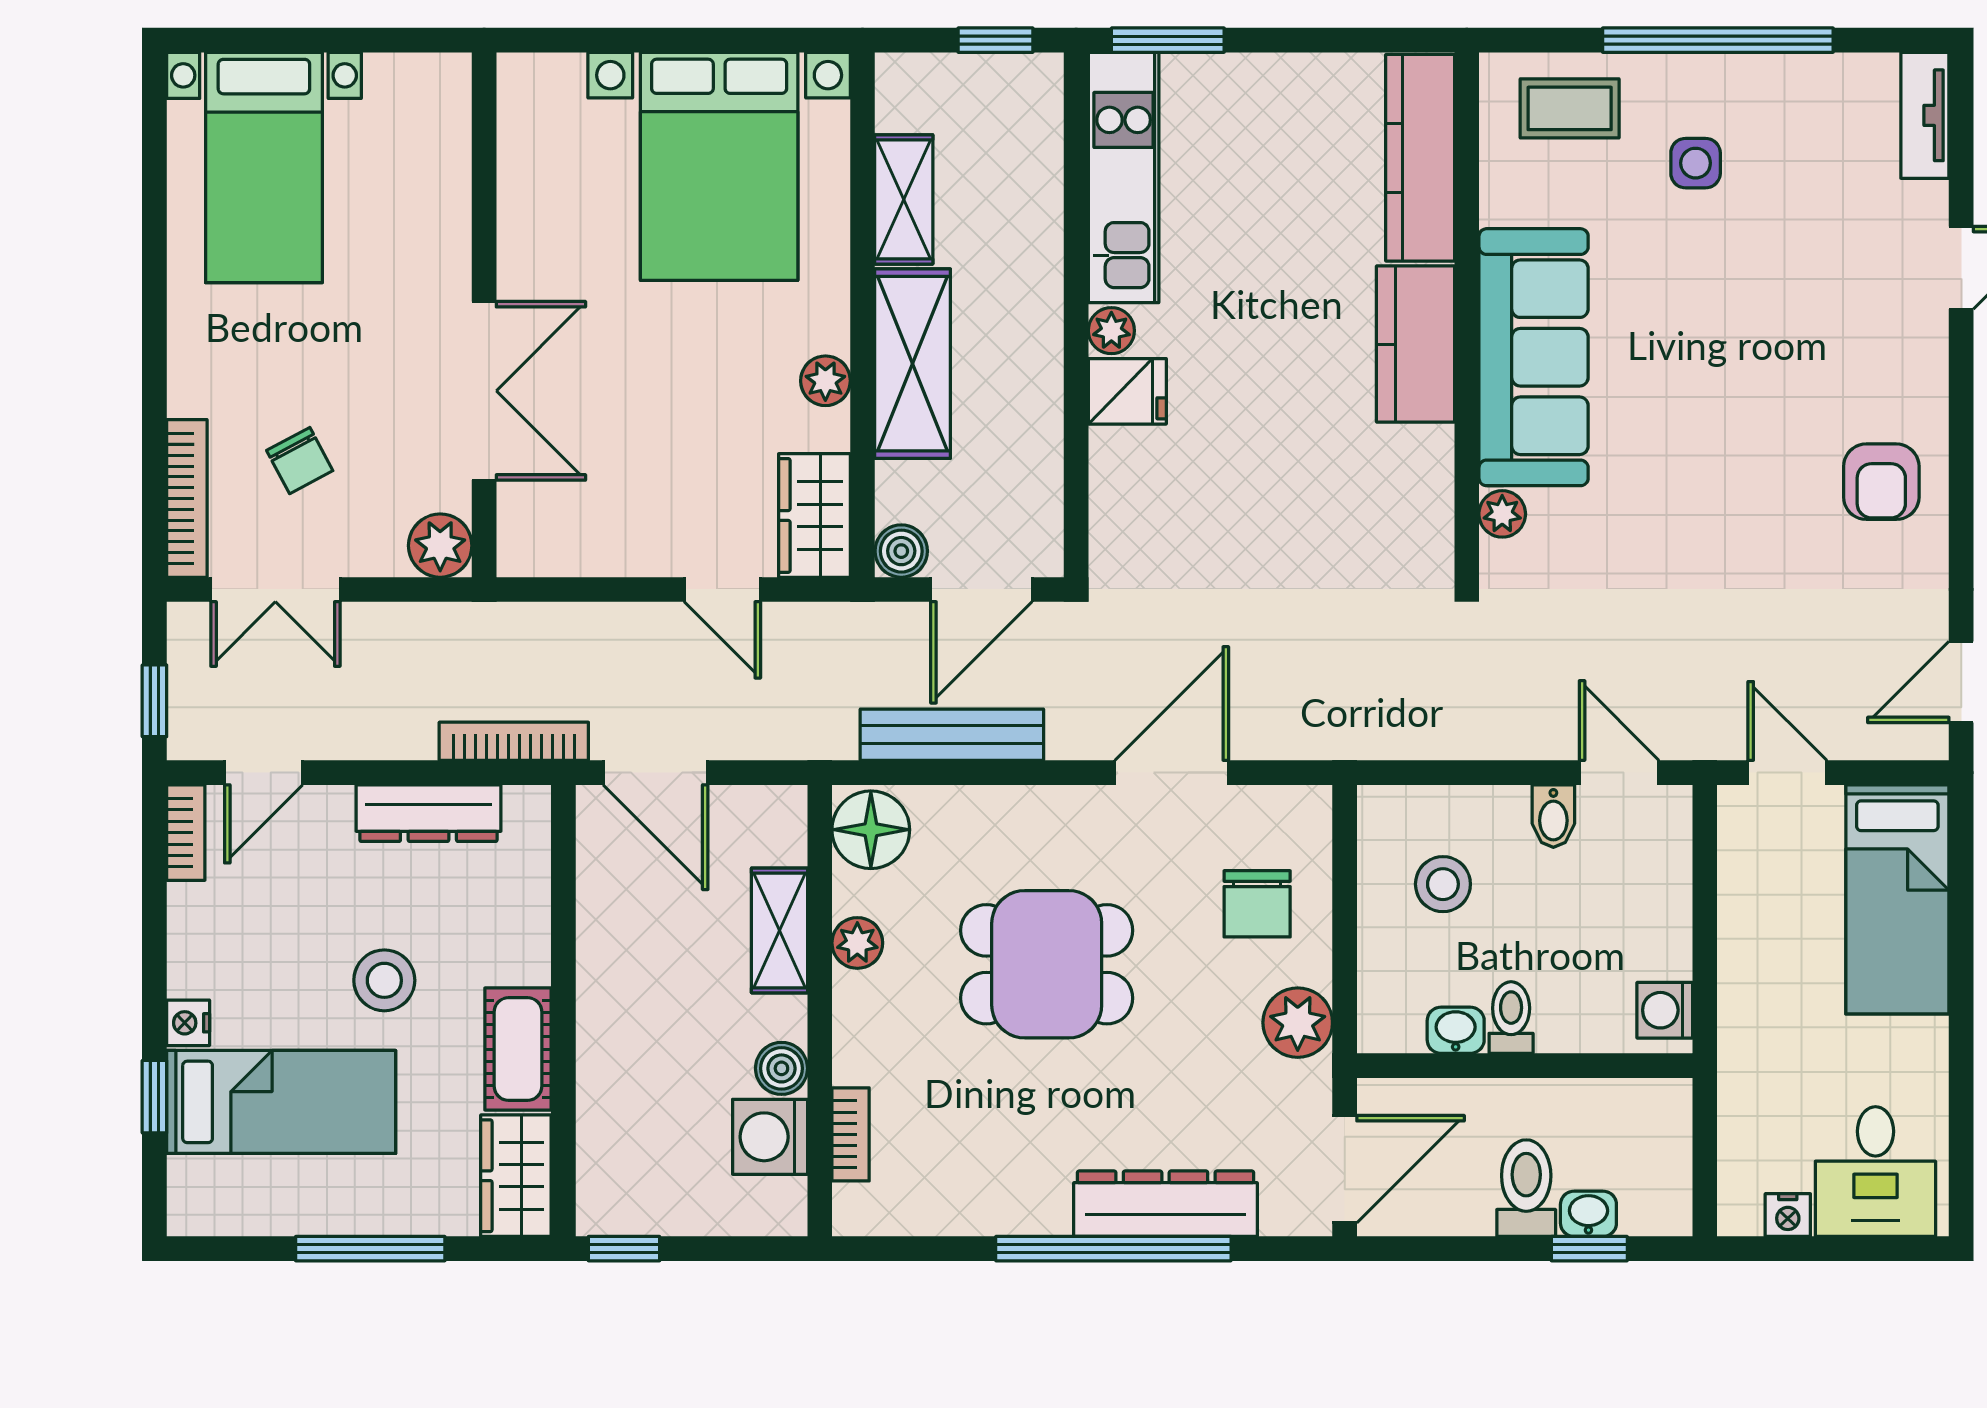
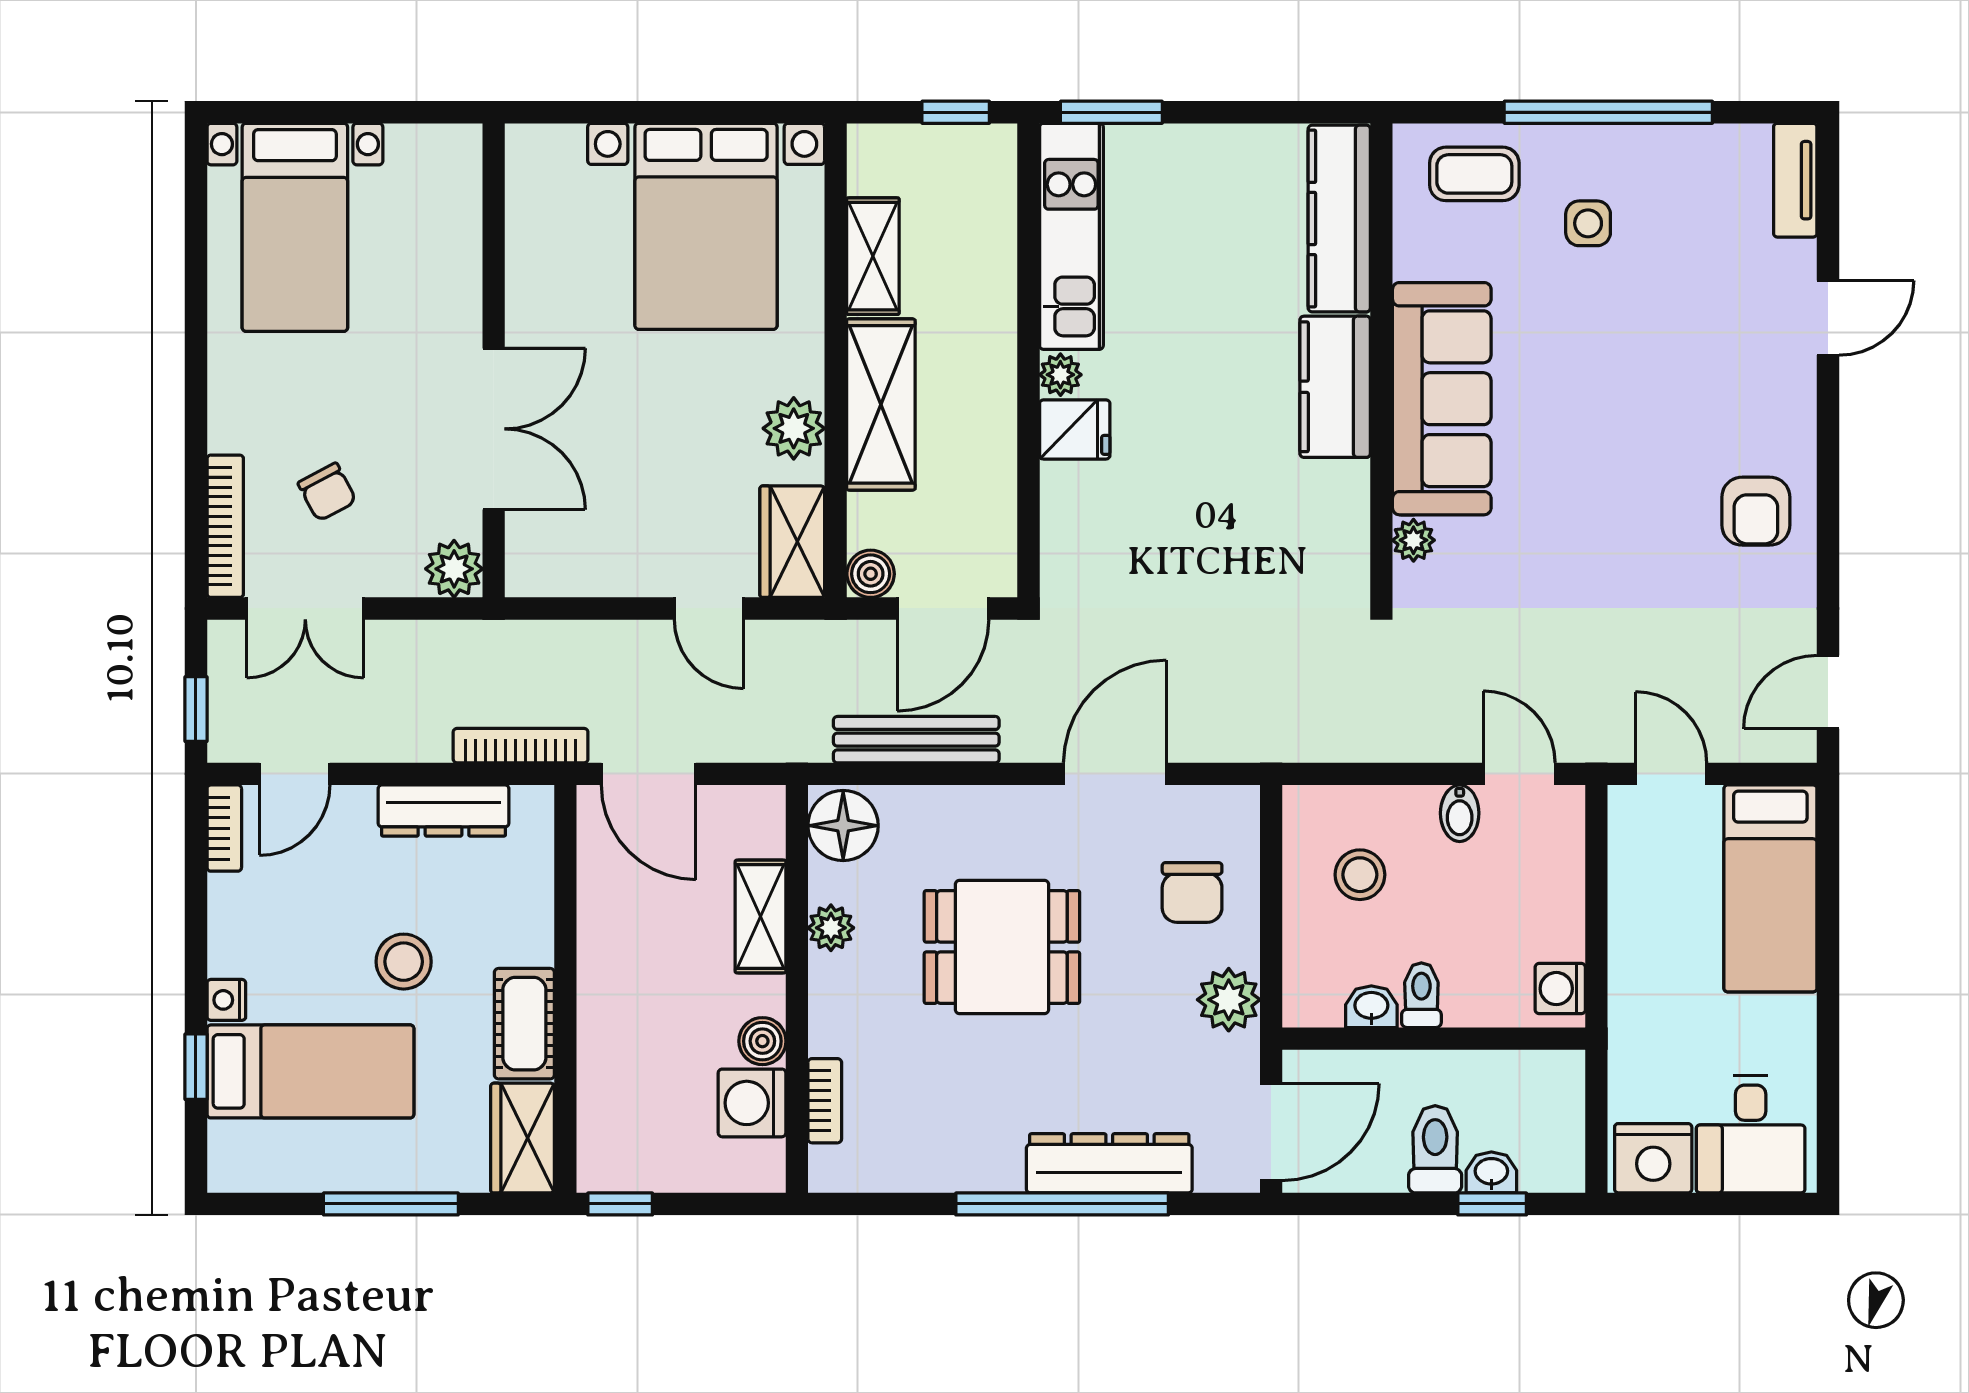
plant: (825, 381) -> (794, 428), width x1.38, depth x1.38
nightstand: (1788, 1215) -> (1653, 1158), width x1.89, depth x1.79

